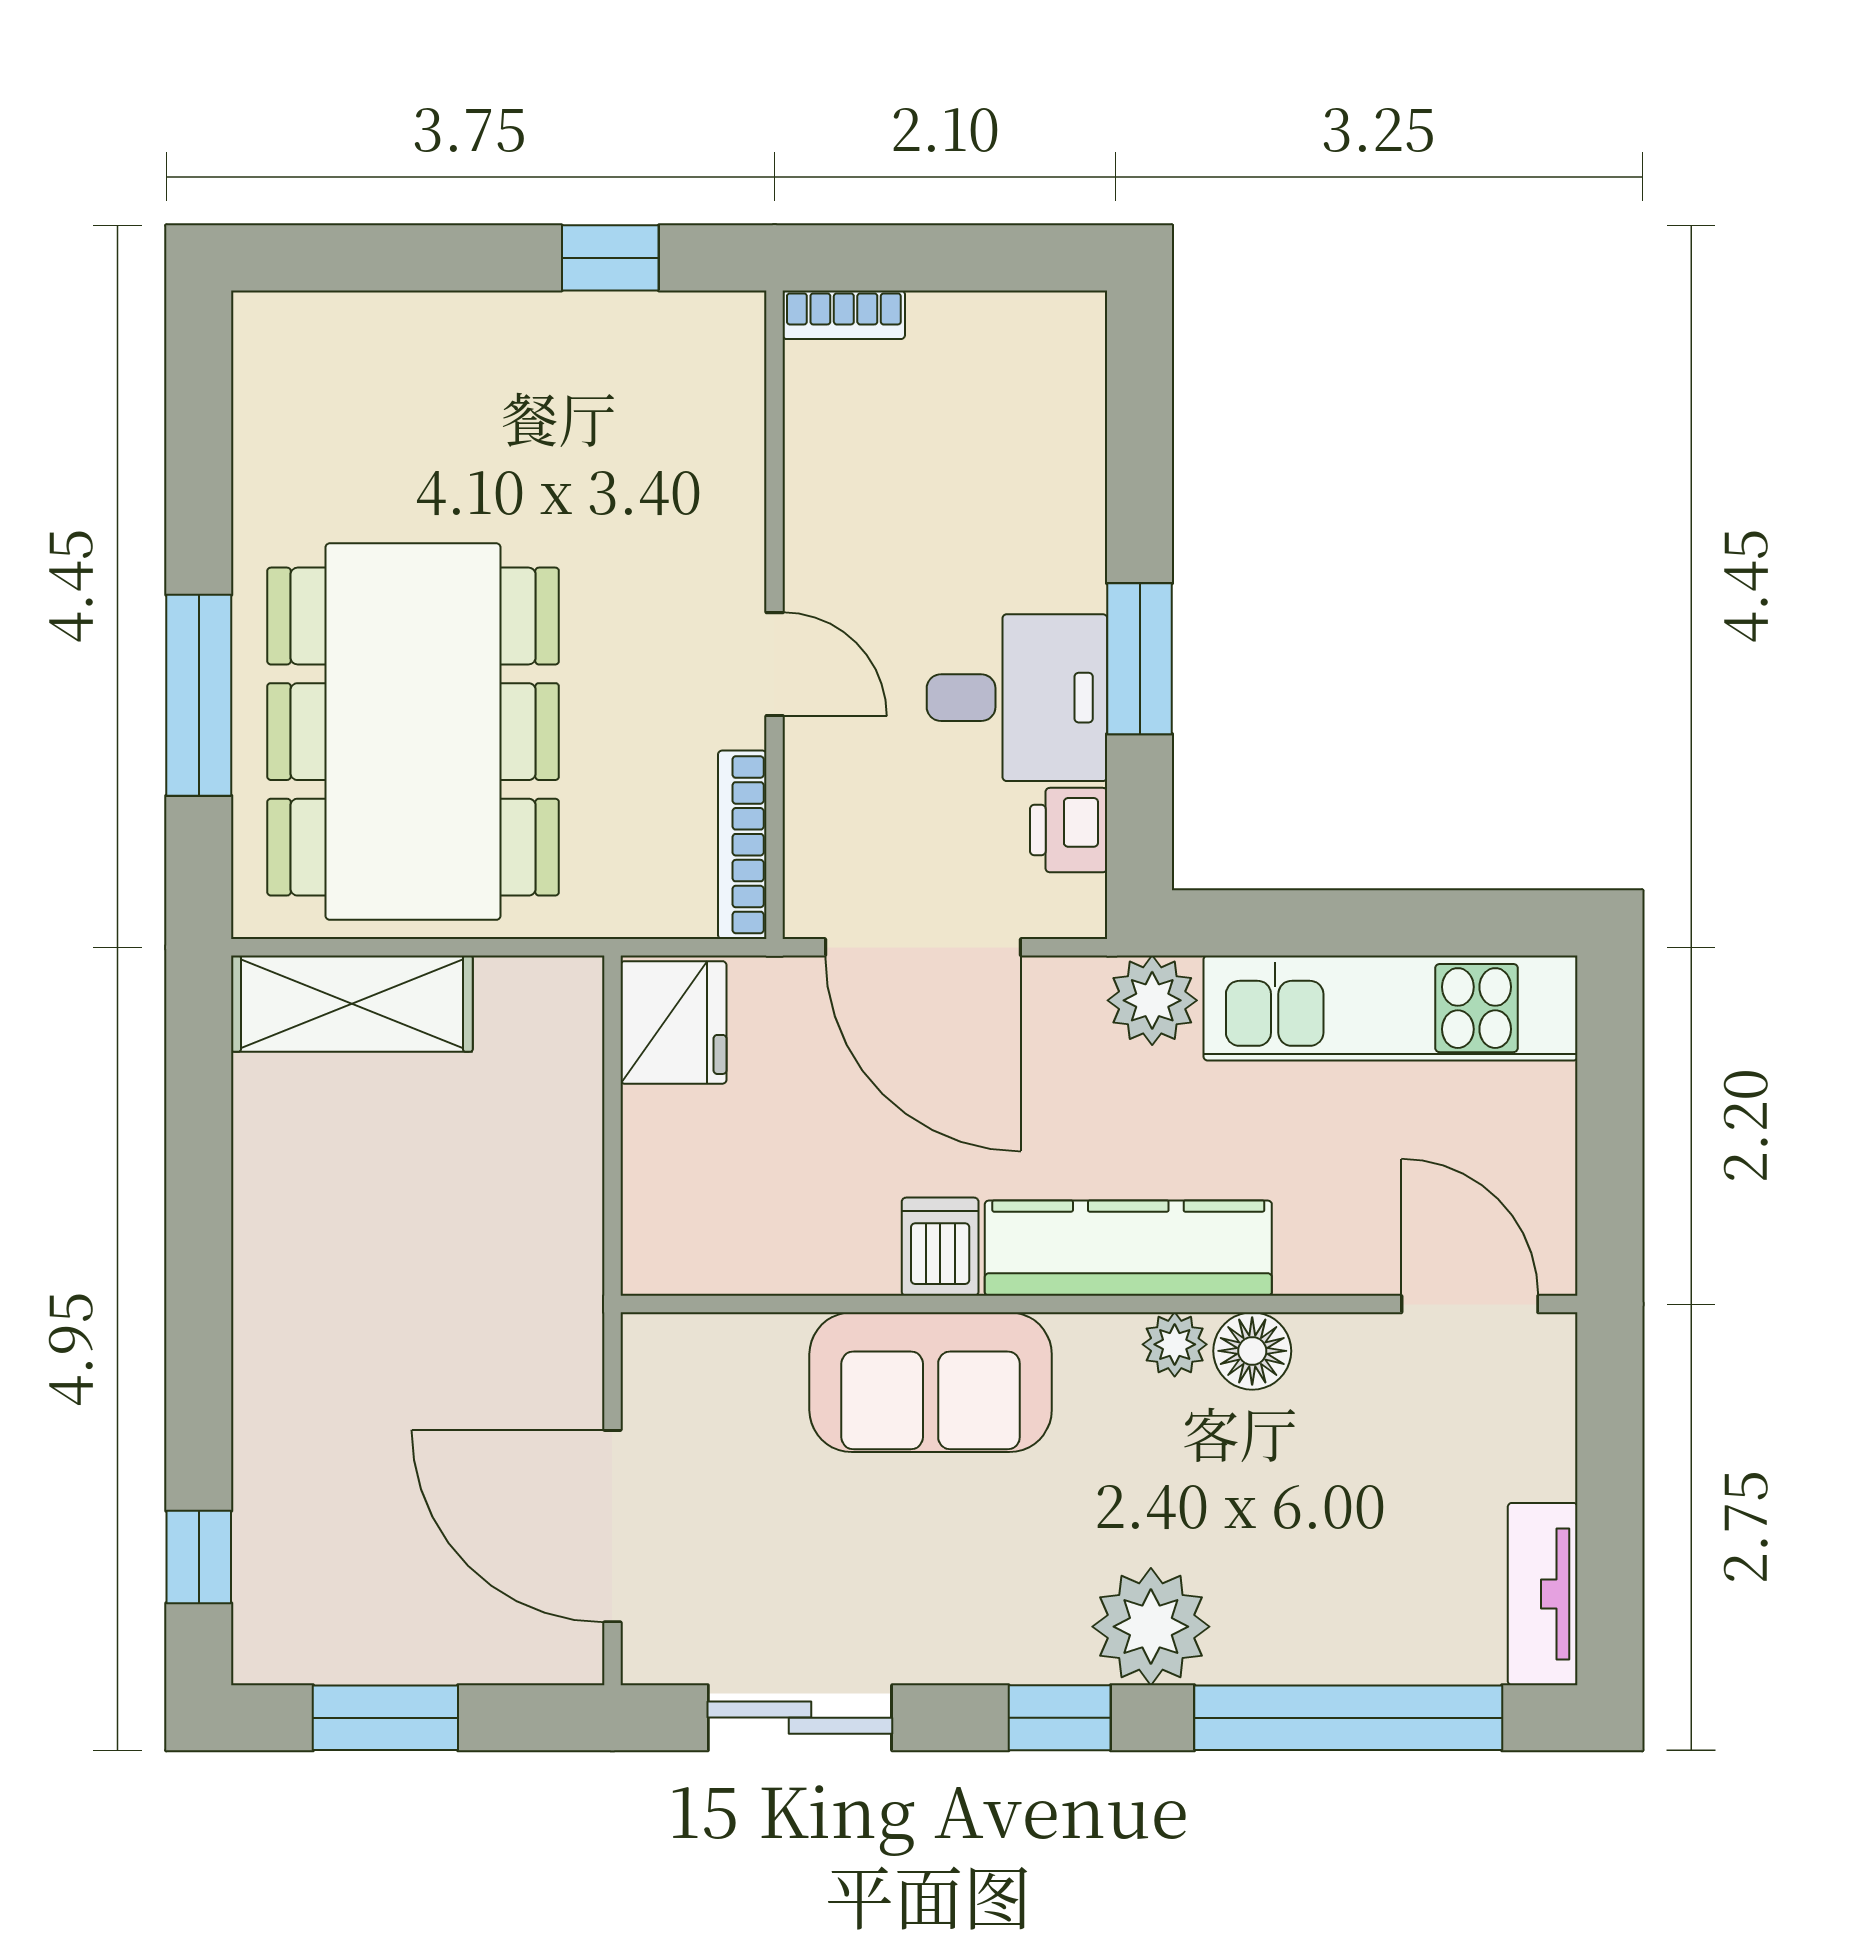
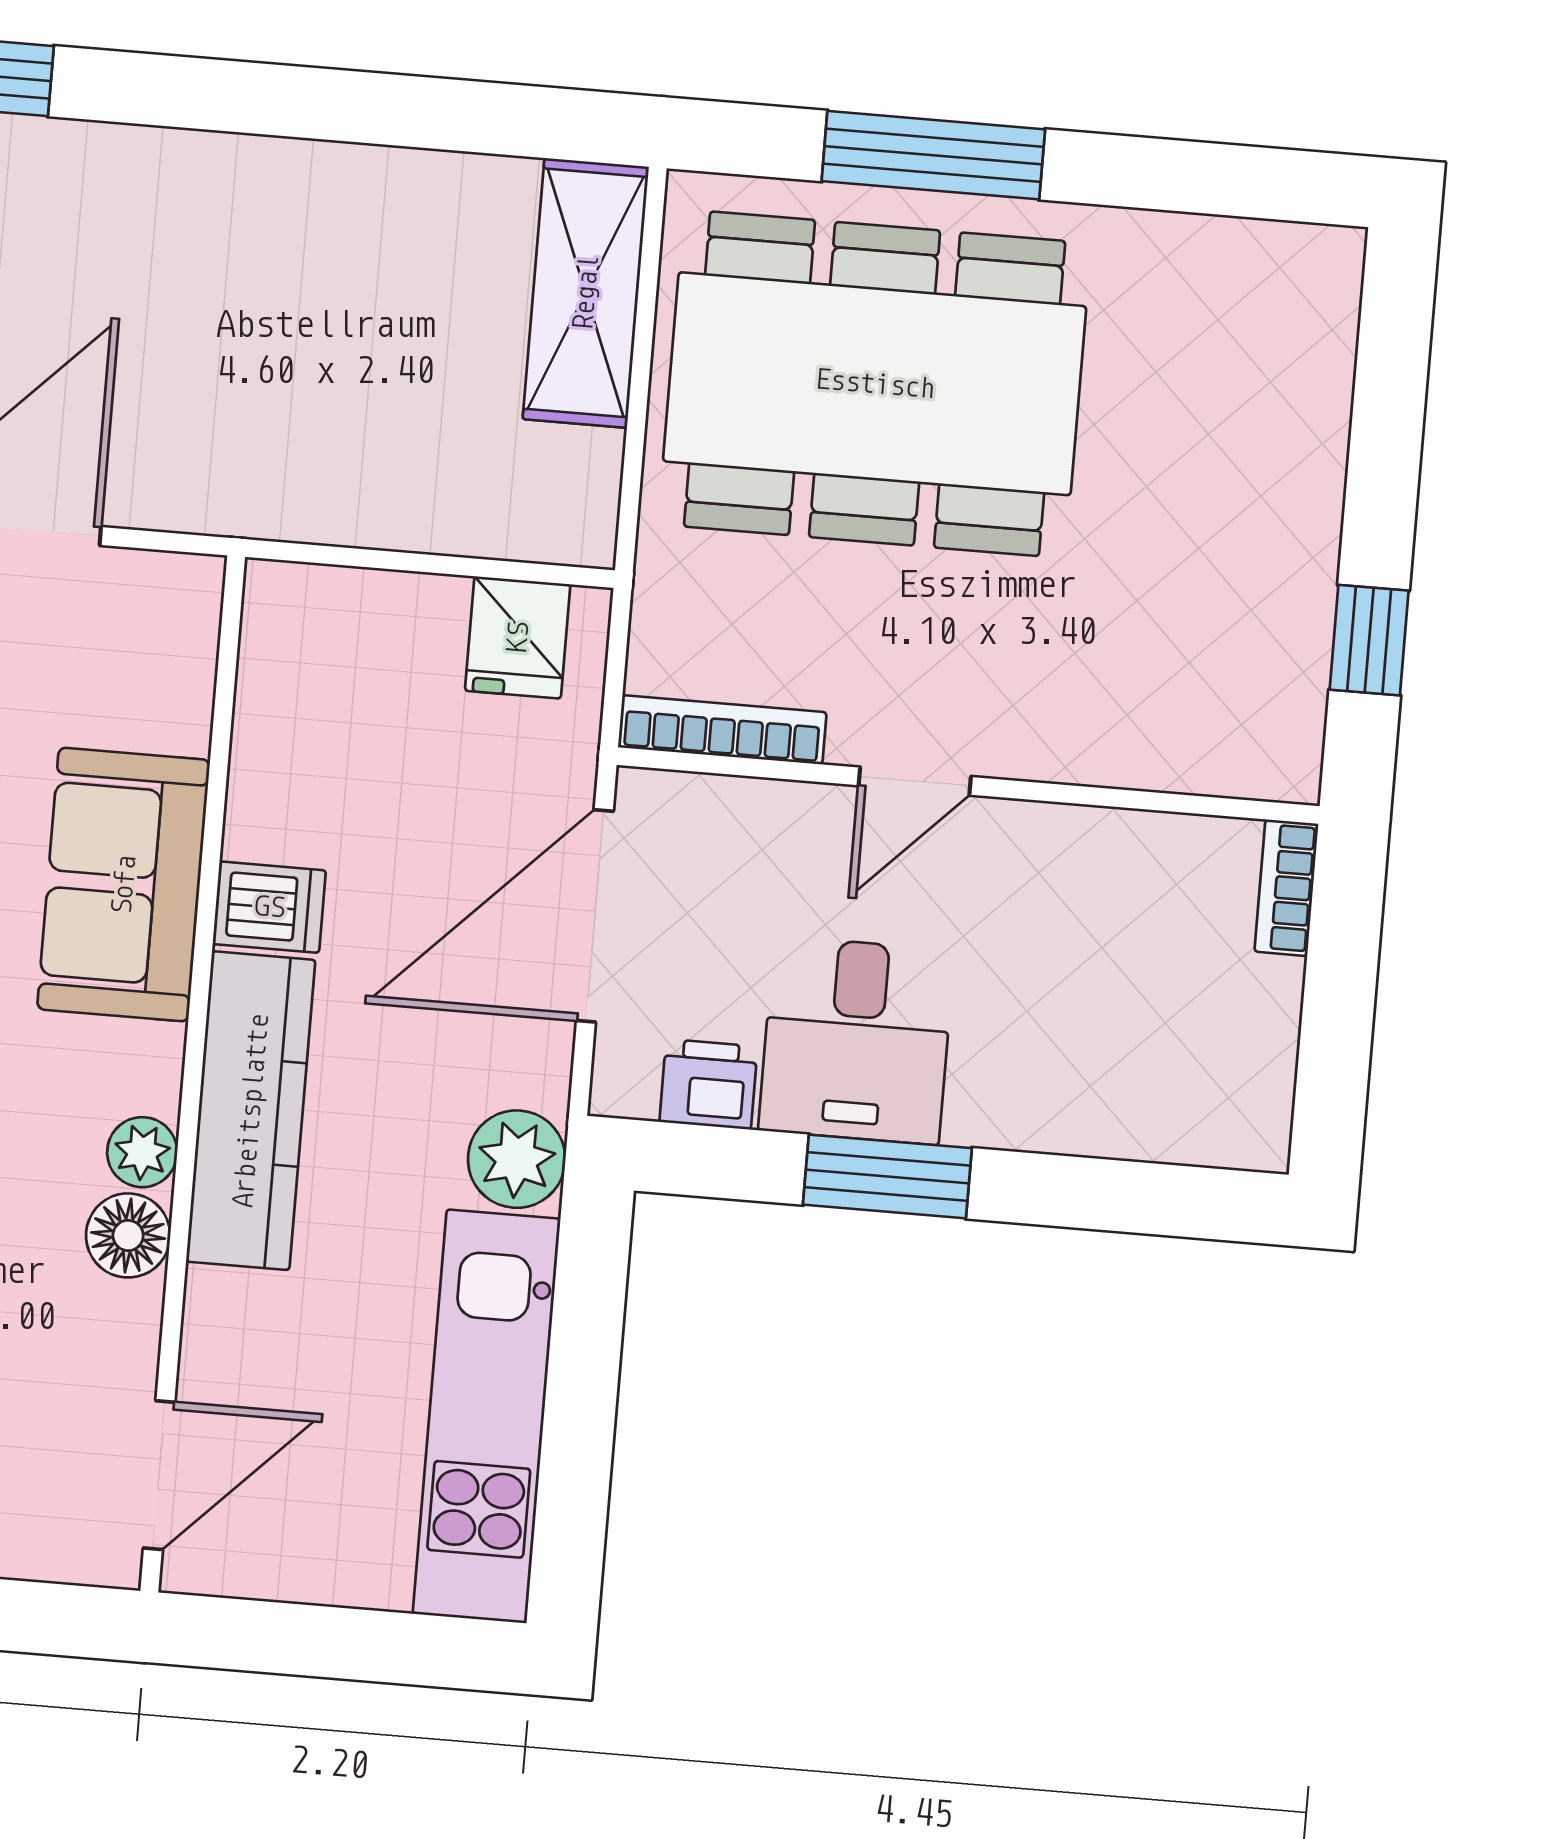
fridge: (673, 1022) -> (518, 638), width x0.72

